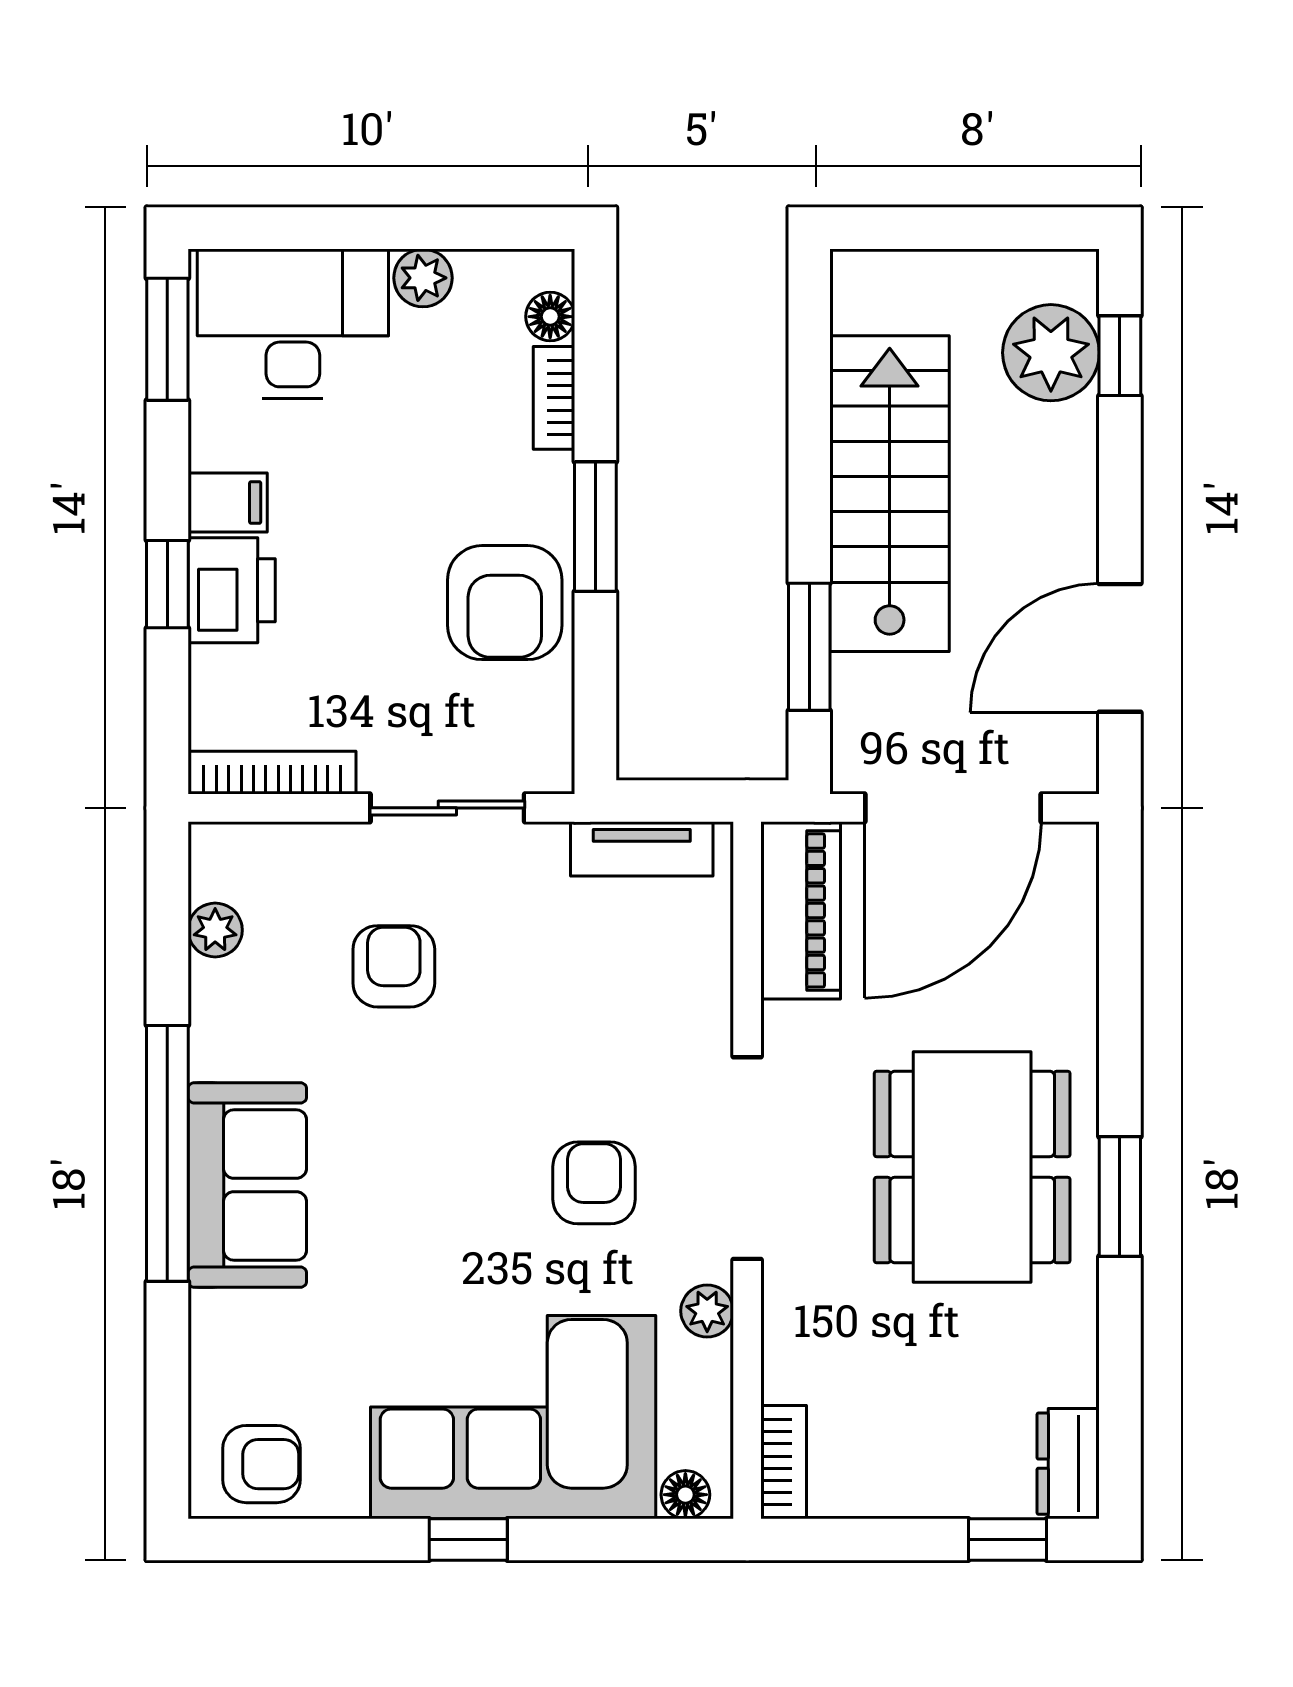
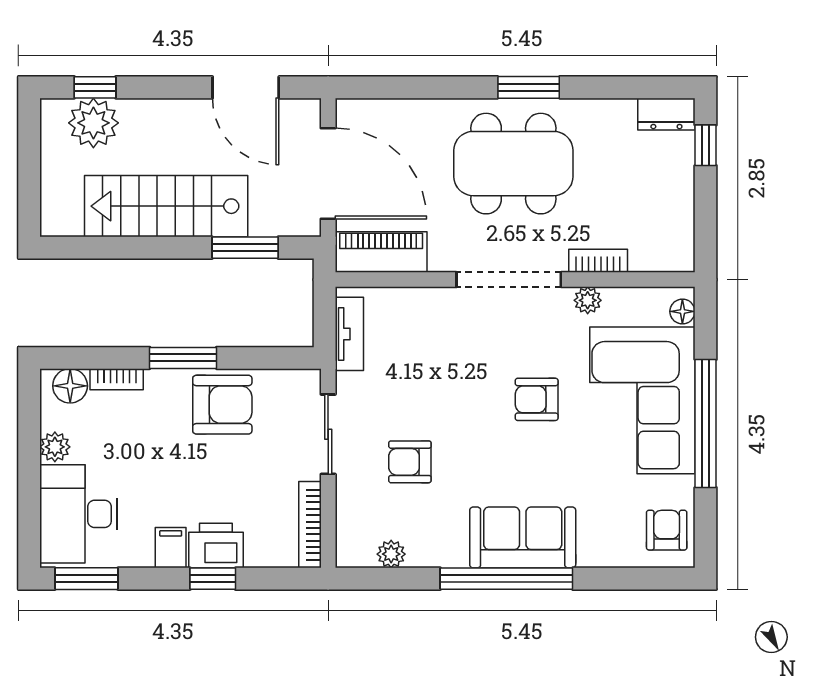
floor lamp: (550, 317) -> (70, 386), width x1.37, depth x1.37
armchair: (594, 1183) -> (537, 399), moved
bookcase: (784, 1462) -> (598, 261), moved
window: (468, 1540) -> (706, 424), width x3.17

